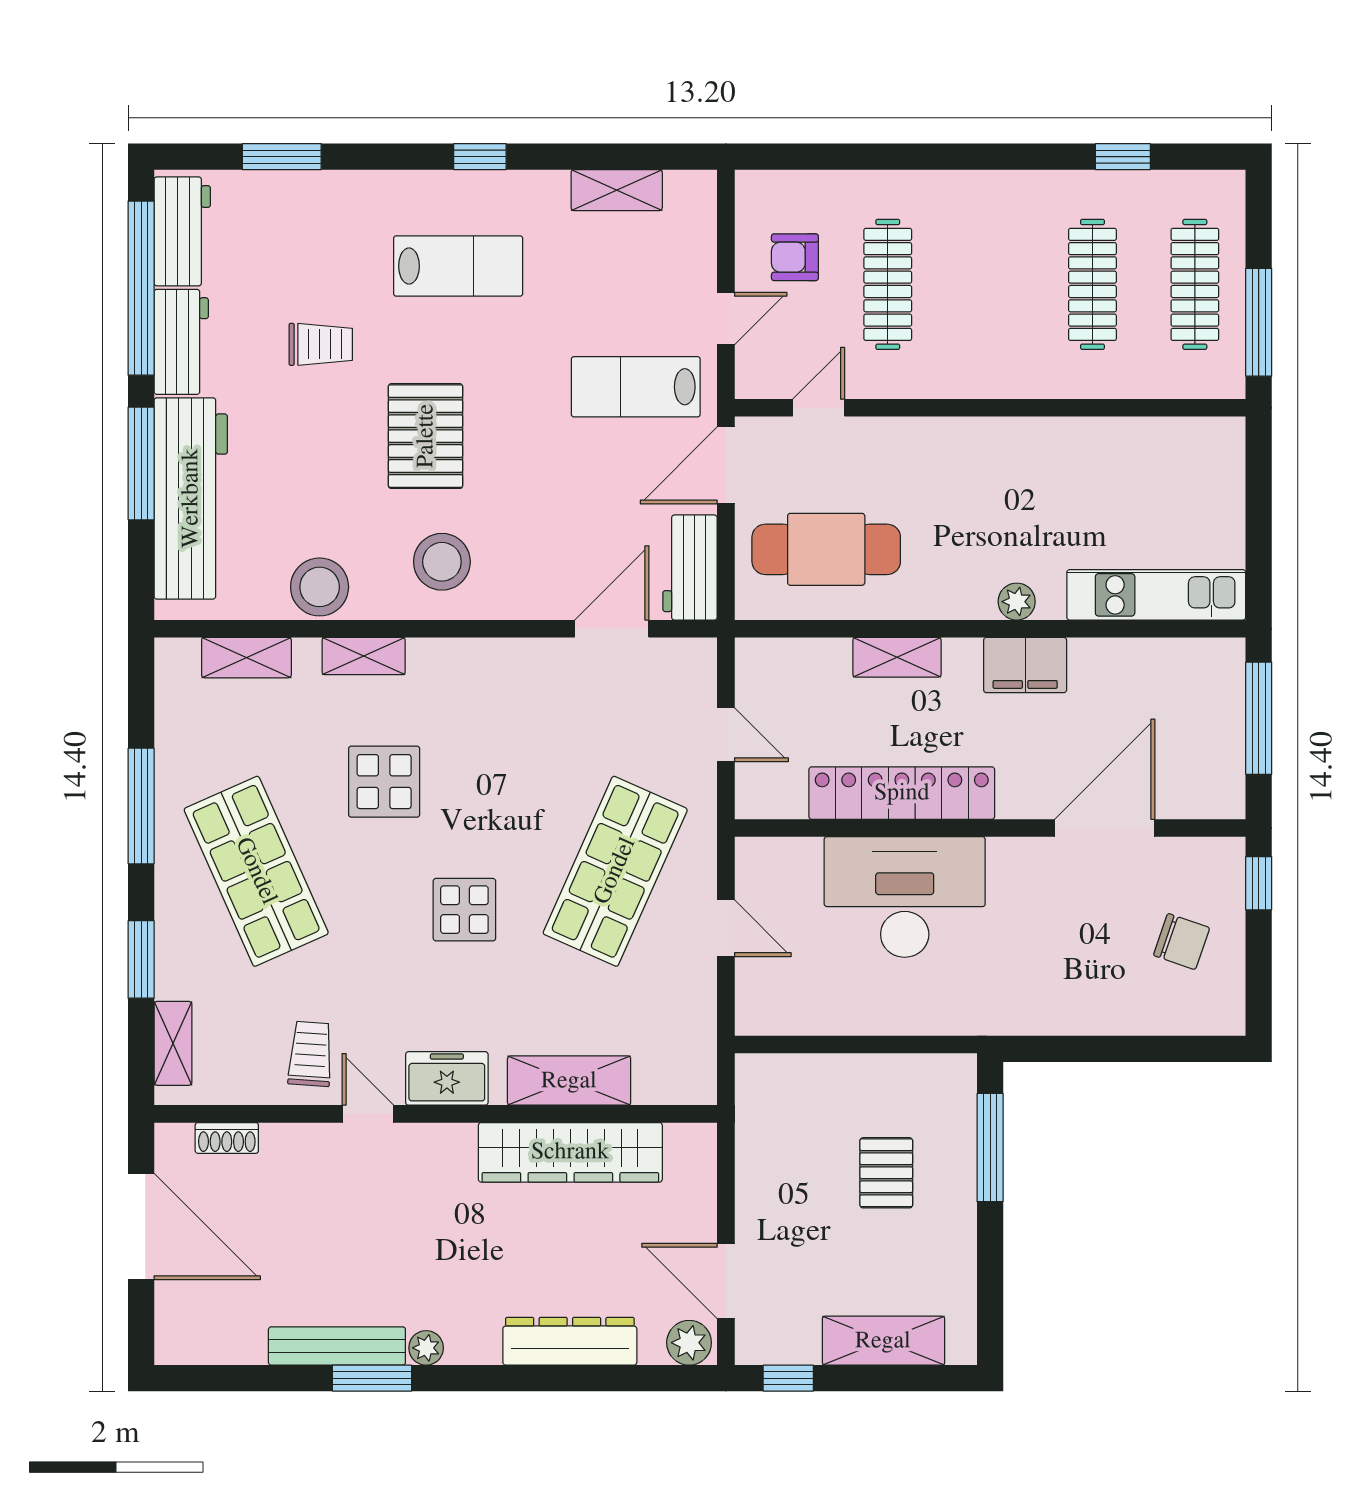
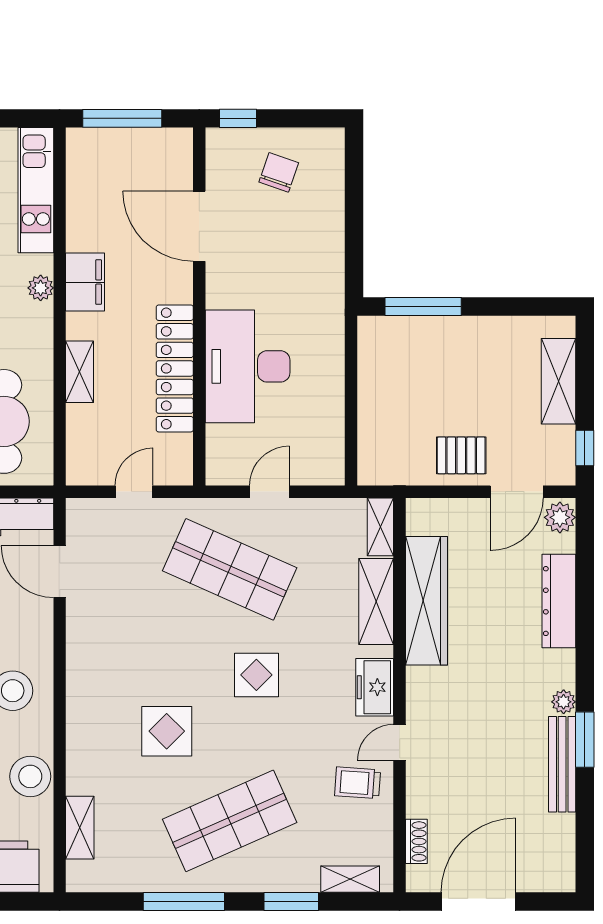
shelving: (364, 656) -> (380, 527), moved
pallet: (886, 1173) -> (461, 455), moved

